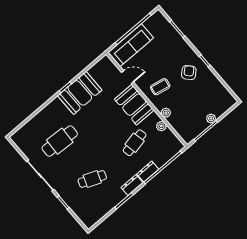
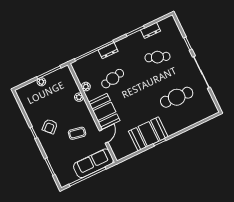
door: (128, 77) -> (104, 136), swing flipped
coffee table: (160, 87) -> (77, 133), moved
dresser: (132, 185) -> (150, 30), moved

